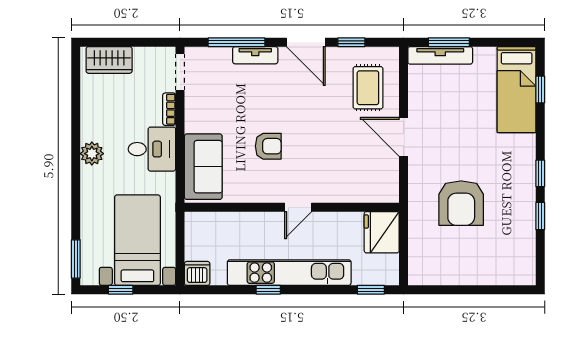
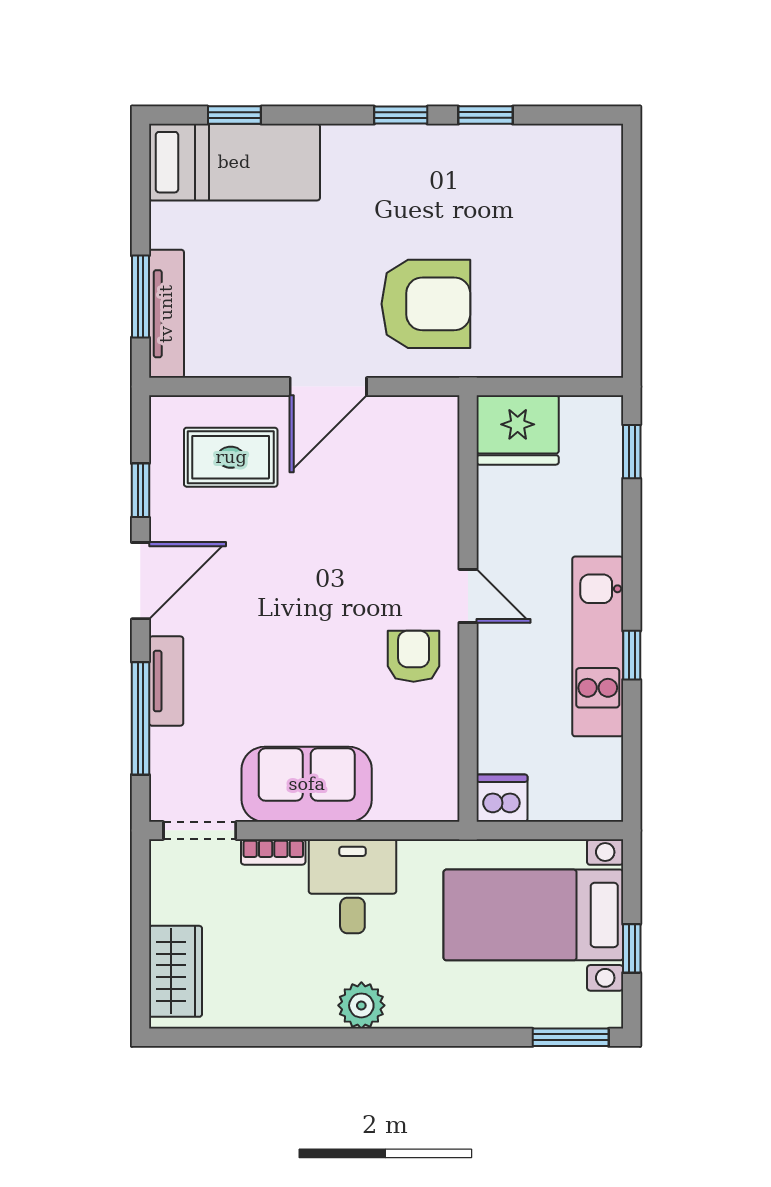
armchair: (268, 146) -> (414, 656), moved
sofa: (203, 167) -> (307, 784), moved
armchair: (461, 203) -> (426, 304), moved
dishwasher: (197, 273) -> (502, 798), moved, turned 90
kitchen unit: (289, 273) -> (598, 646), width x0.73

